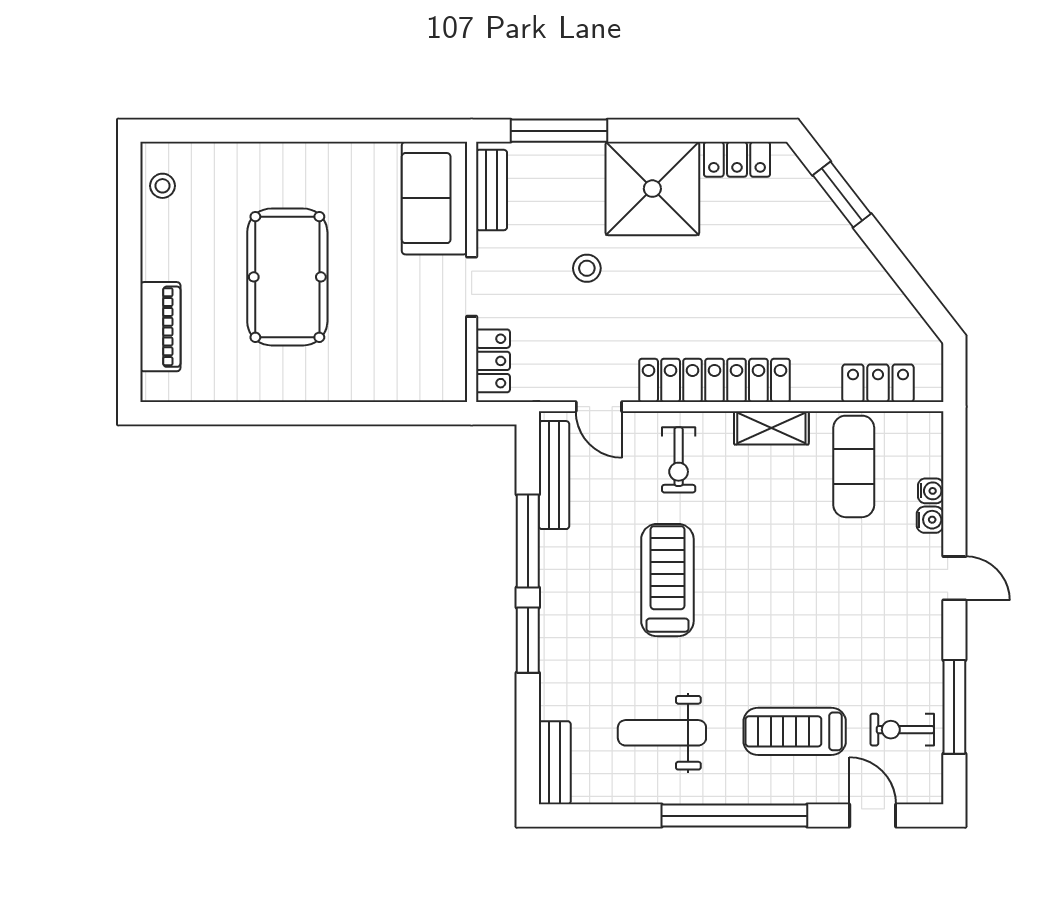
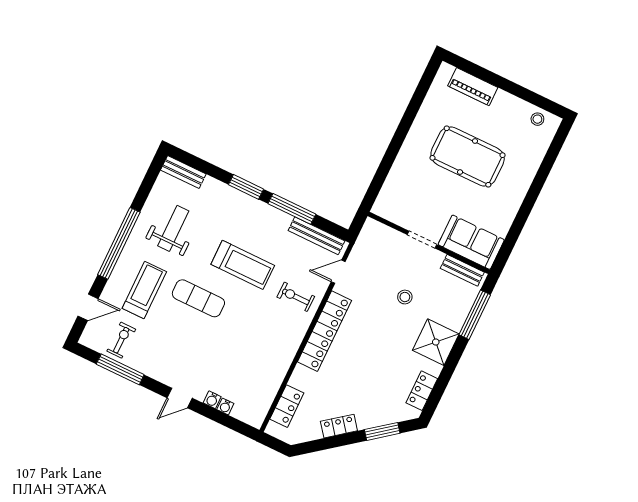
shower: (652, 189) -> (436, 342), width x0.73, depth x0.73
locker: (493, 361) -> (339, 426), moved, turned 142
shelving: (771, 428) -> (290, 347), removed
exercise mat: (854, 466) -> (198, 298), moved

